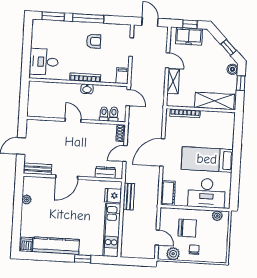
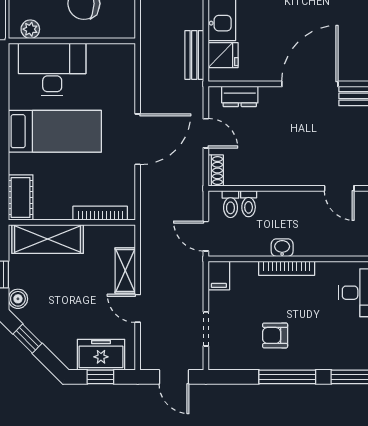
door: (73, 120) -> (339, 188), moved
door: (125, 154) -> (206, 133), hinge flipped
door: (67, 177) -> (310, 84), width x1.36
cot: (168, 193) -> (21, 198), moved

